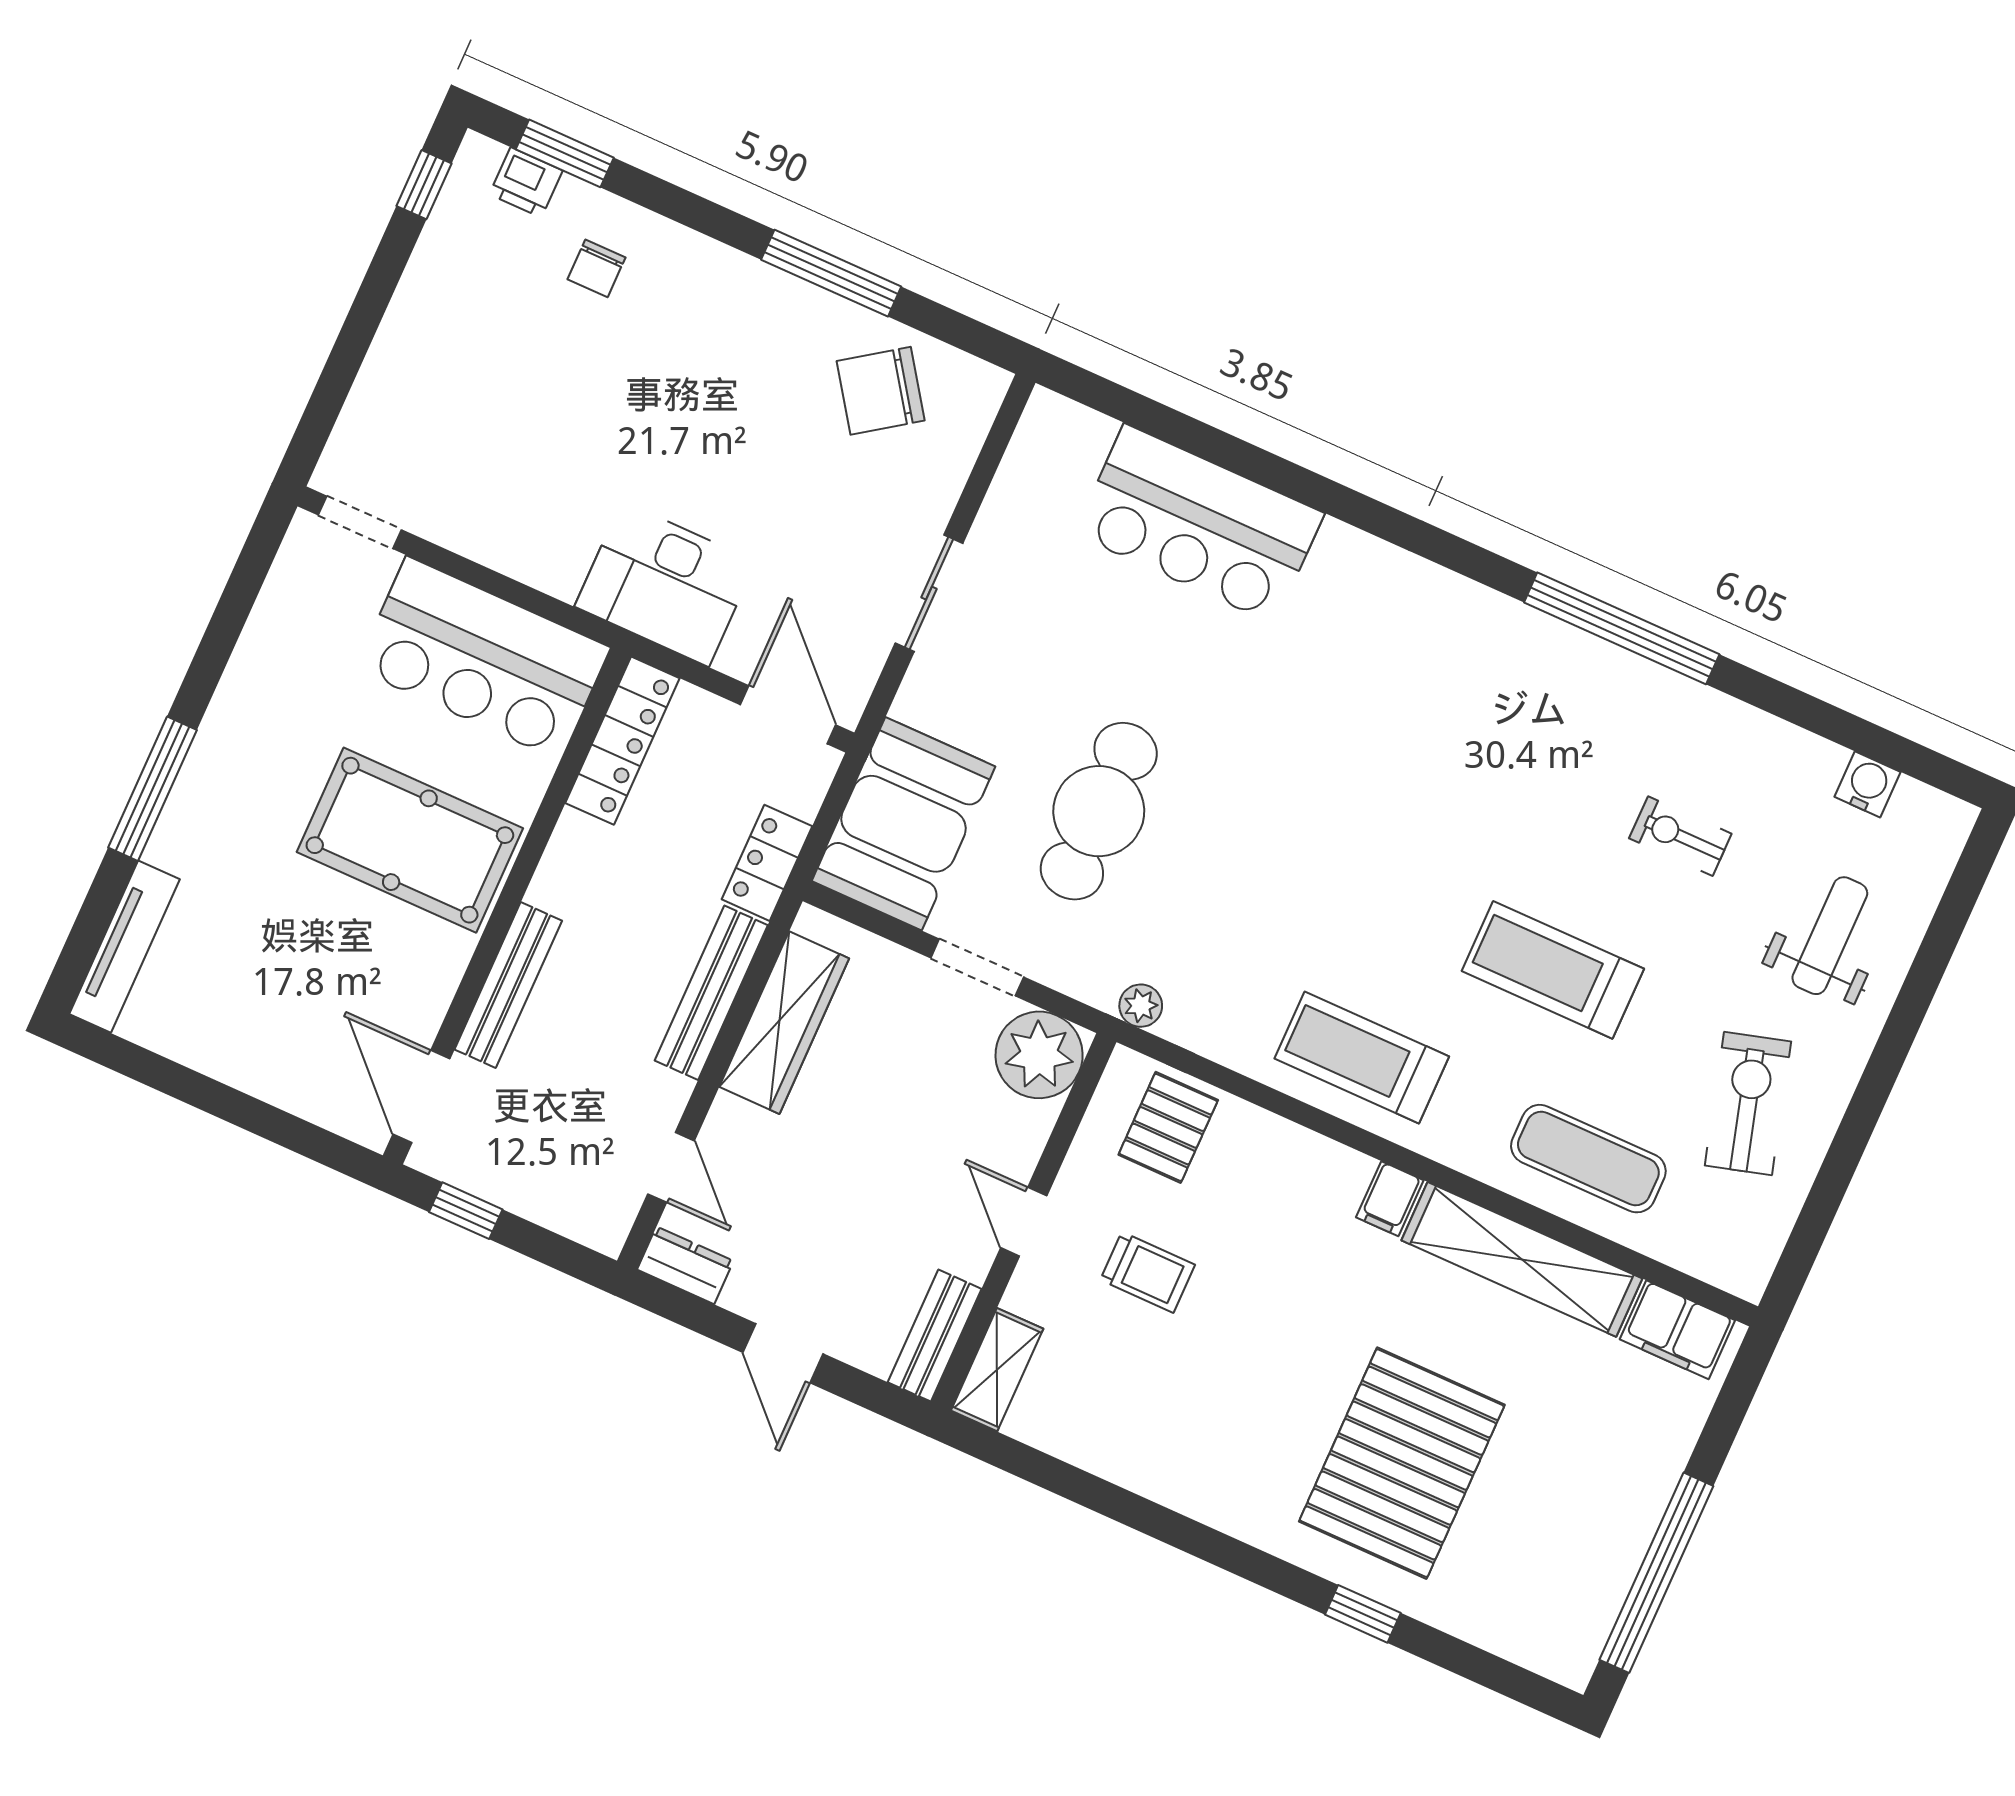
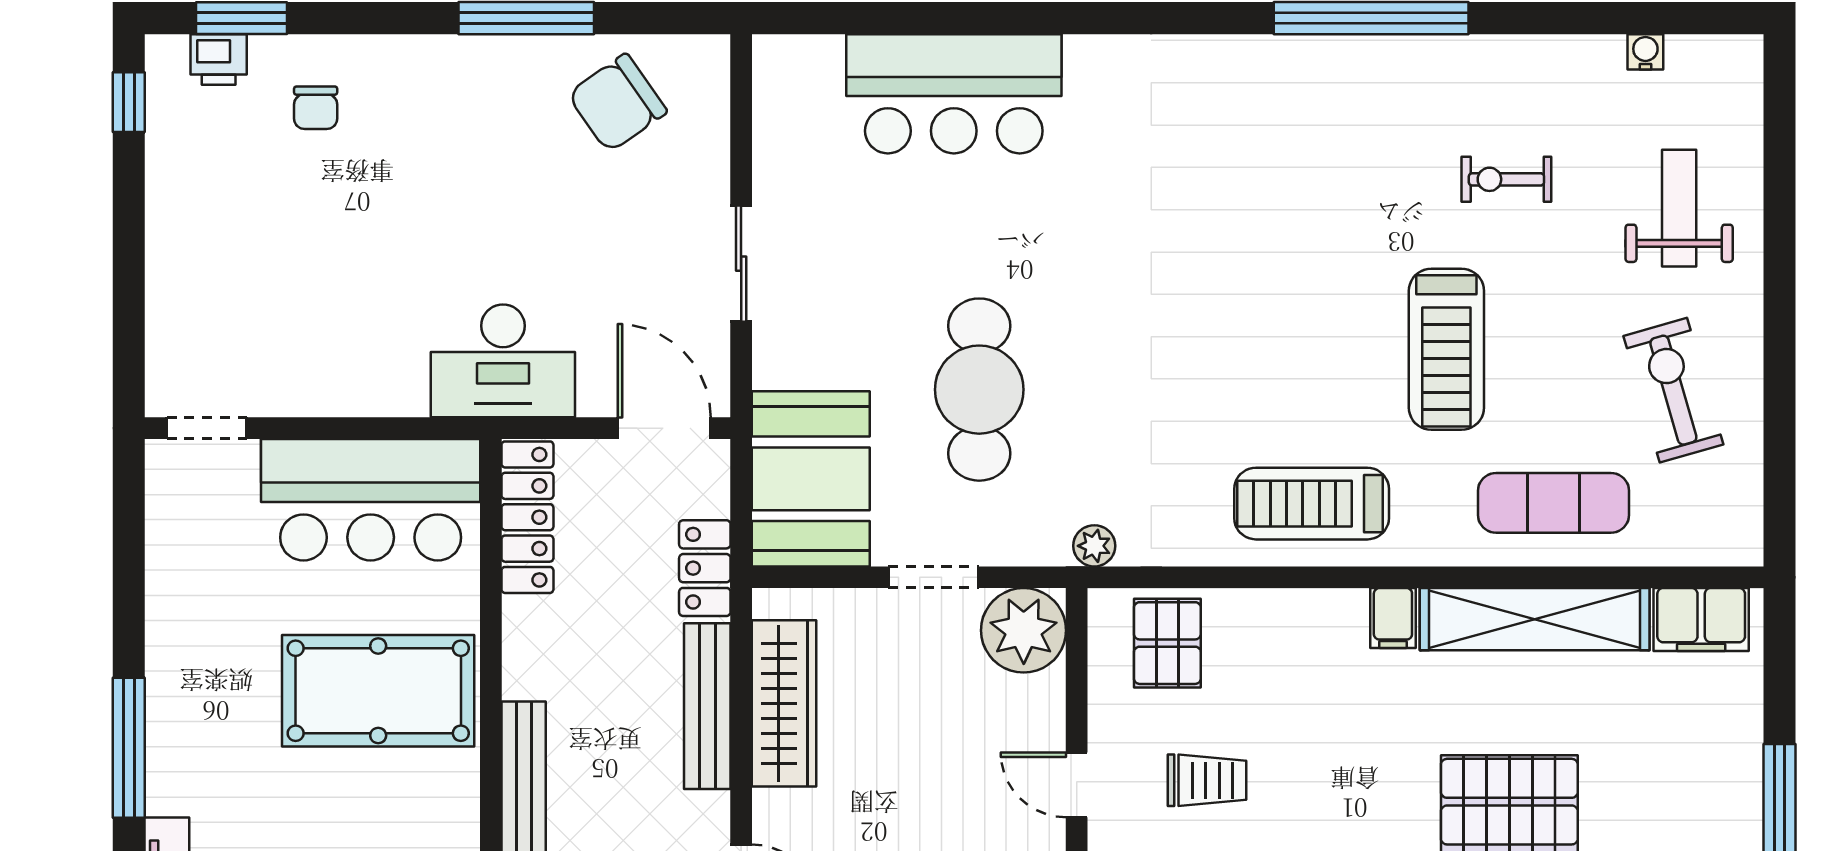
water cooler: (1868, 784) -> (1645, 52), width x0.72, depth x0.72
treadmill: (1553, 970) -> (1446, 349), turned -90

